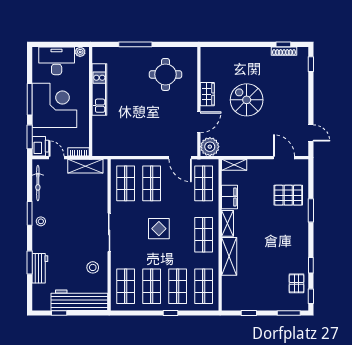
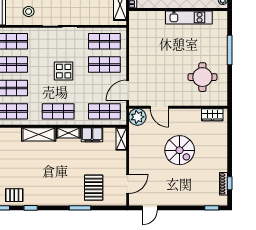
wardrobe: (207, 94) -> (212, 115), moved
spiral stairs: (247, 100) -> (180, 150), turned 90

